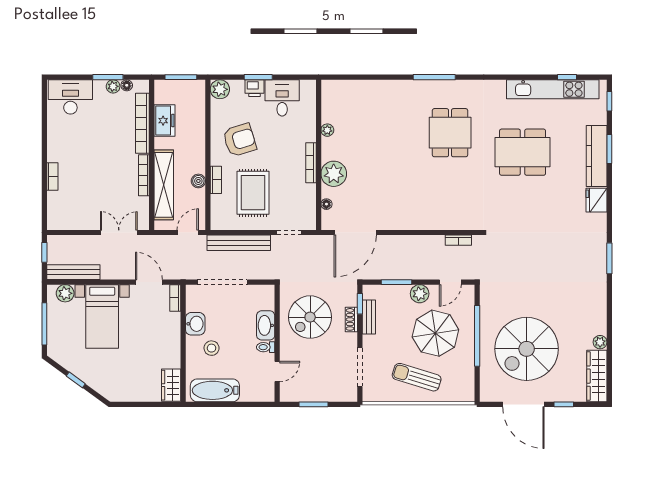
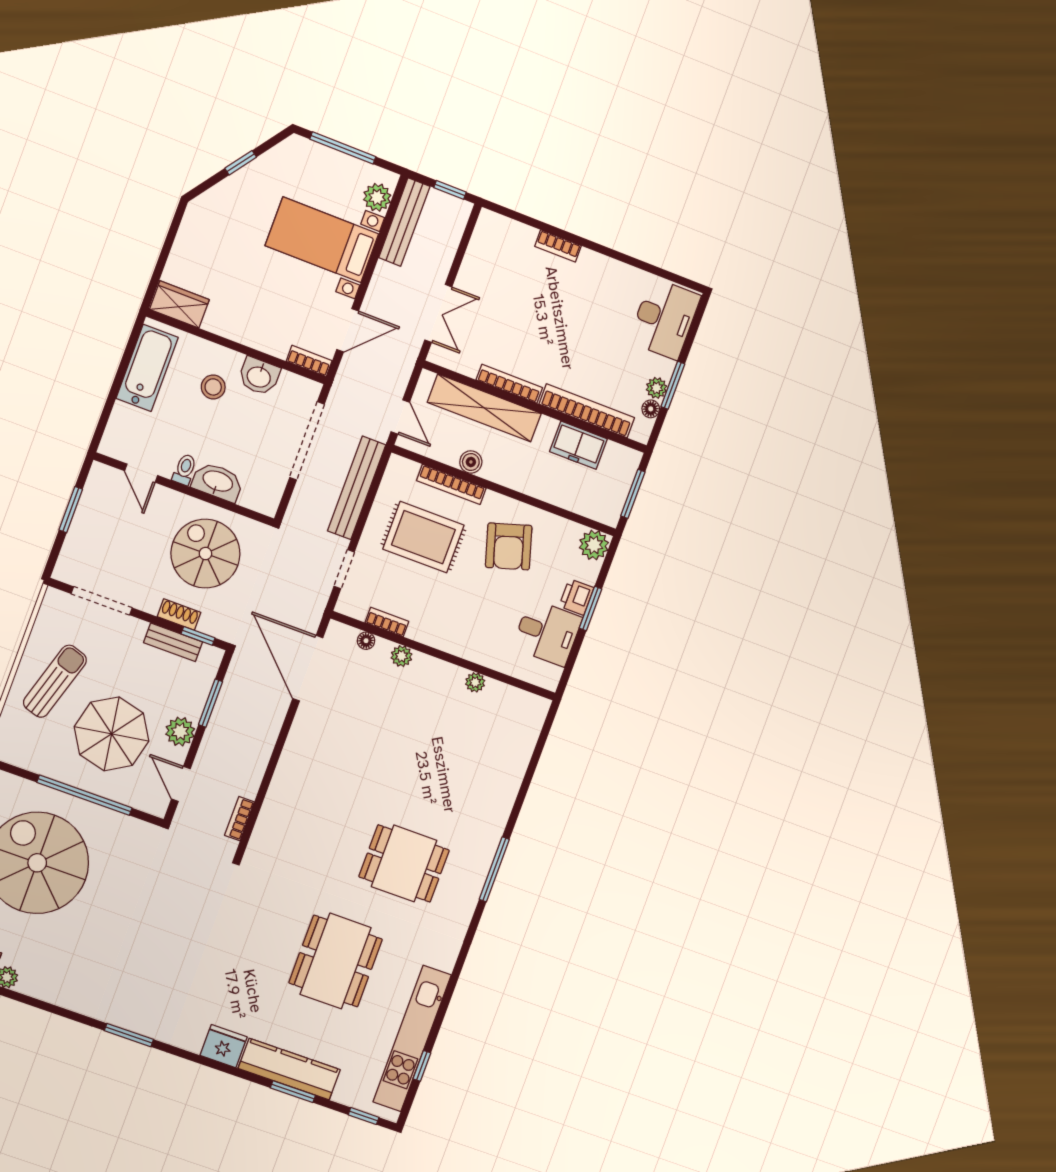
bookcase: (311, 163) -> (387, 622), moved, width x0.64
plant: (334, 174) -> (402, 656), width x0.53, depth x0.53
bookcase: (216, 180) -> (451, 484), width x1.56

